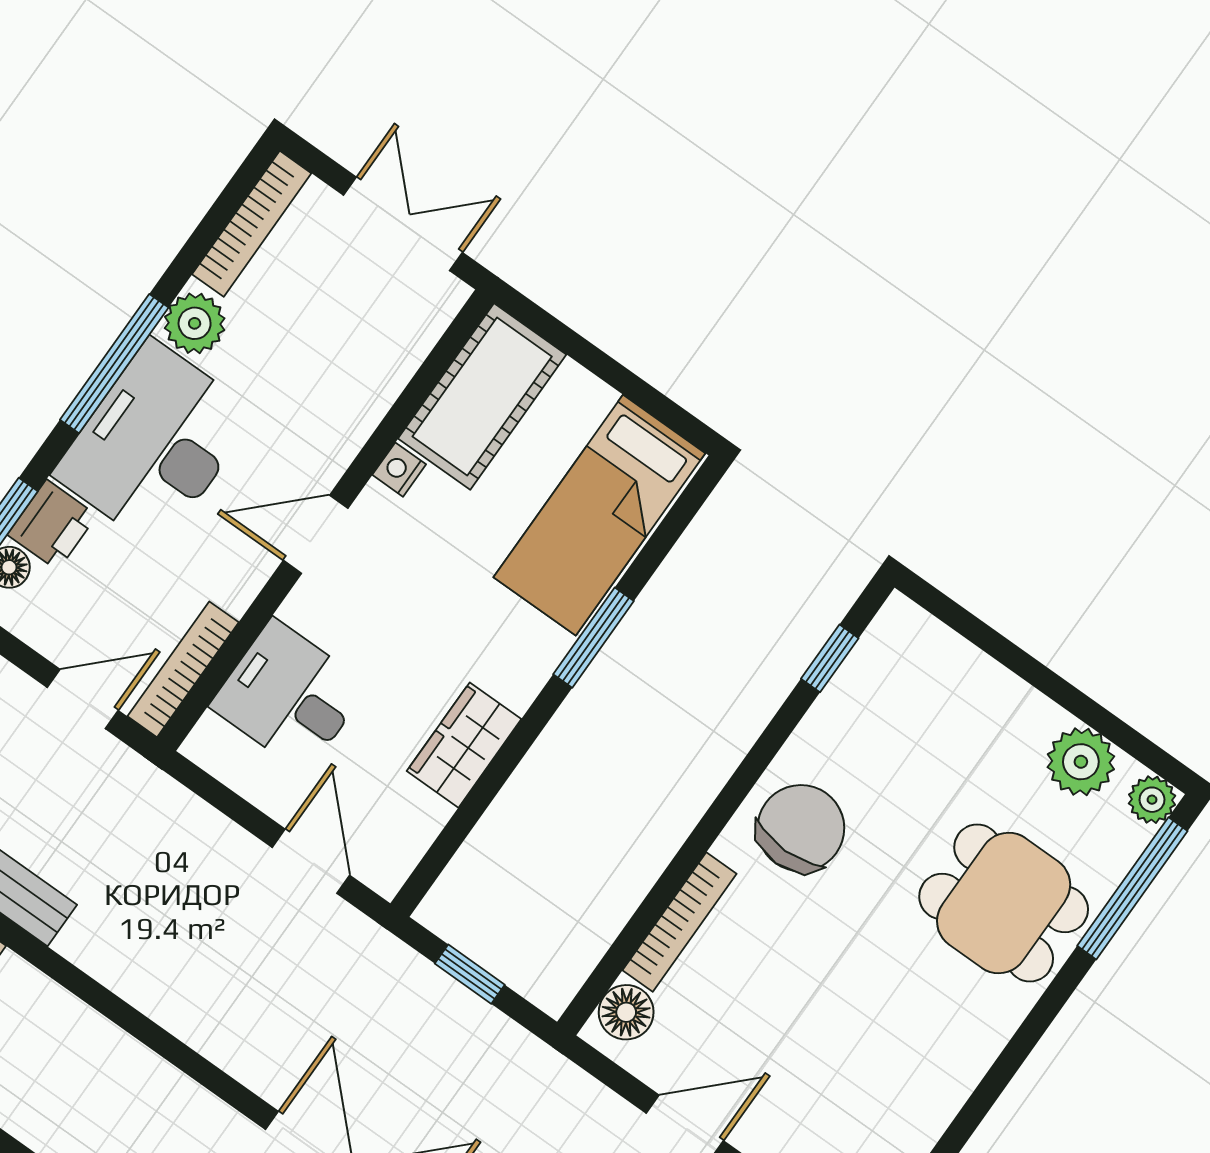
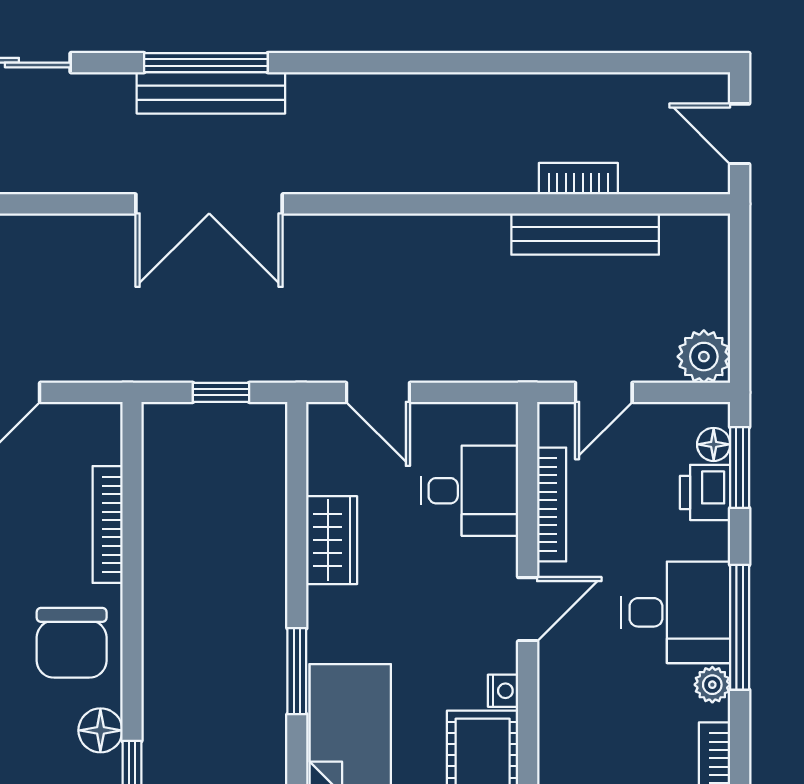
plant: (195, 323) -> (712, 685), width x0.73, depth x0.73
desk: (155, 444) -> (676, 612), width x0.73
bookcase: (183, 669) -> (552, 504), moved
floor lamp: (626, 1012) -> (100, 730), moved

